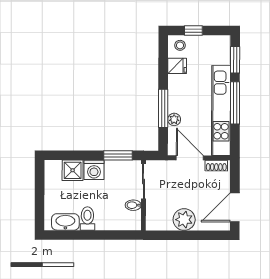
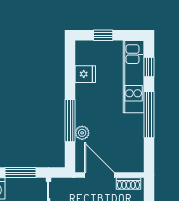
stool: (180, 45) -> (88, 51), removed
window: (235, 60) -> (149, 67), width x0.67
kitchen unit: (221, 111) -> (134, 77), moved, width x0.73

